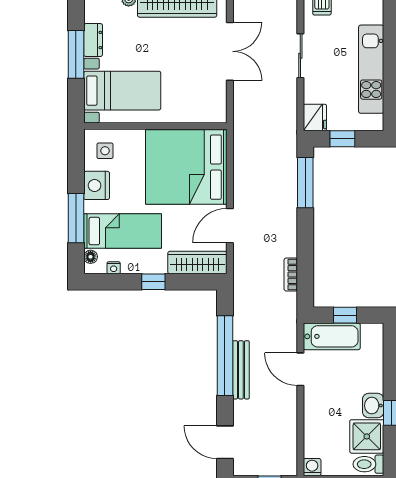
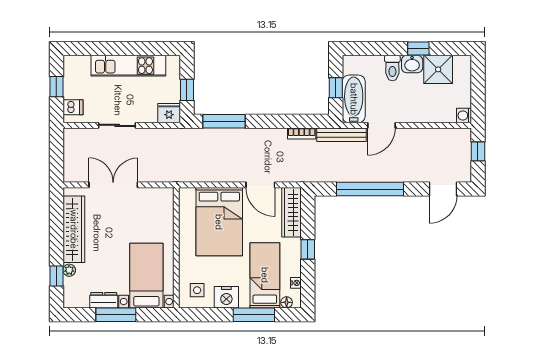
bed: (186, 167) -> (219, 222), width x0.73
bench: (241, 370) -> (342, 135), moved
toilet: (368, 464) -> (392, 68), moved

